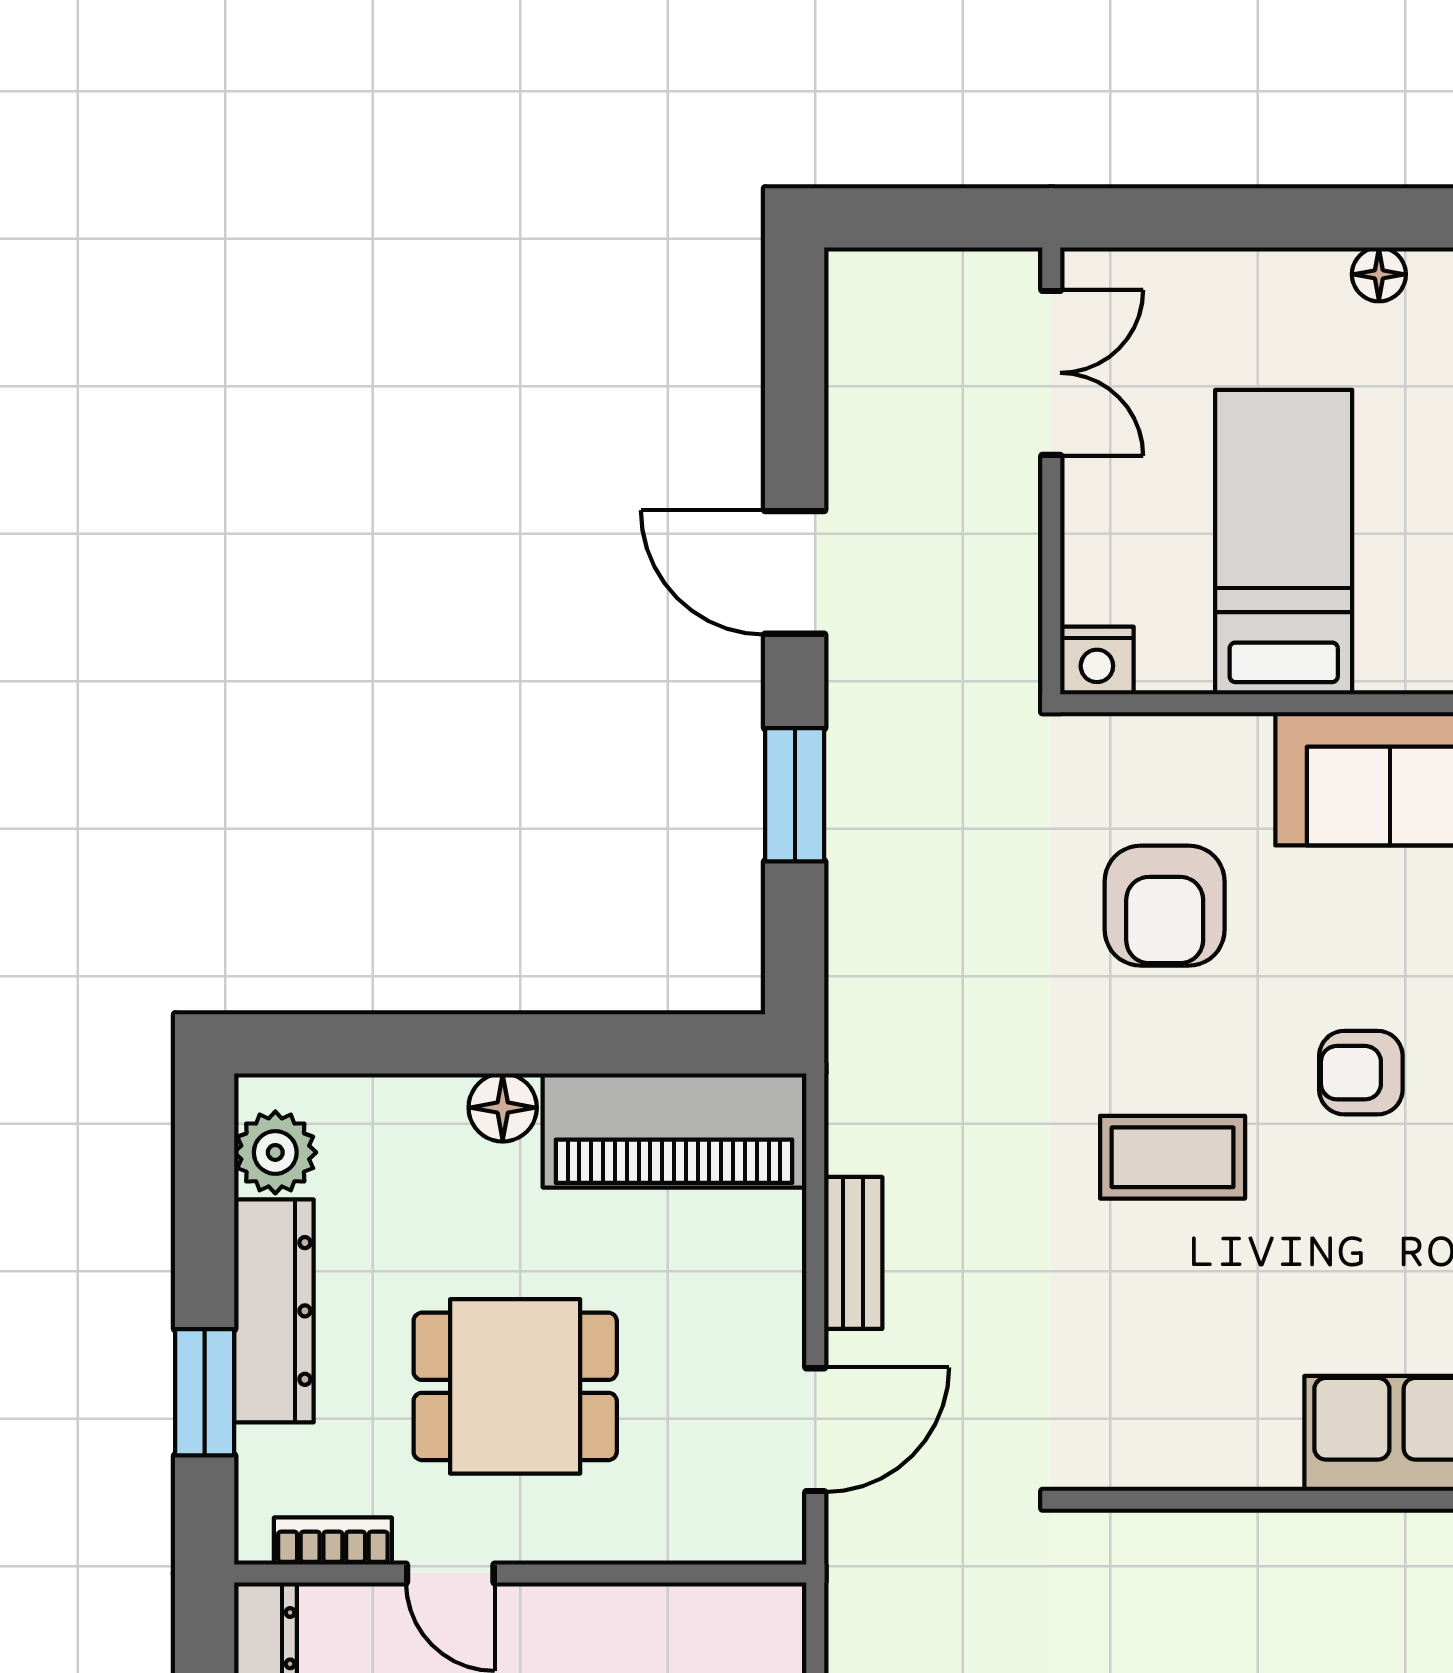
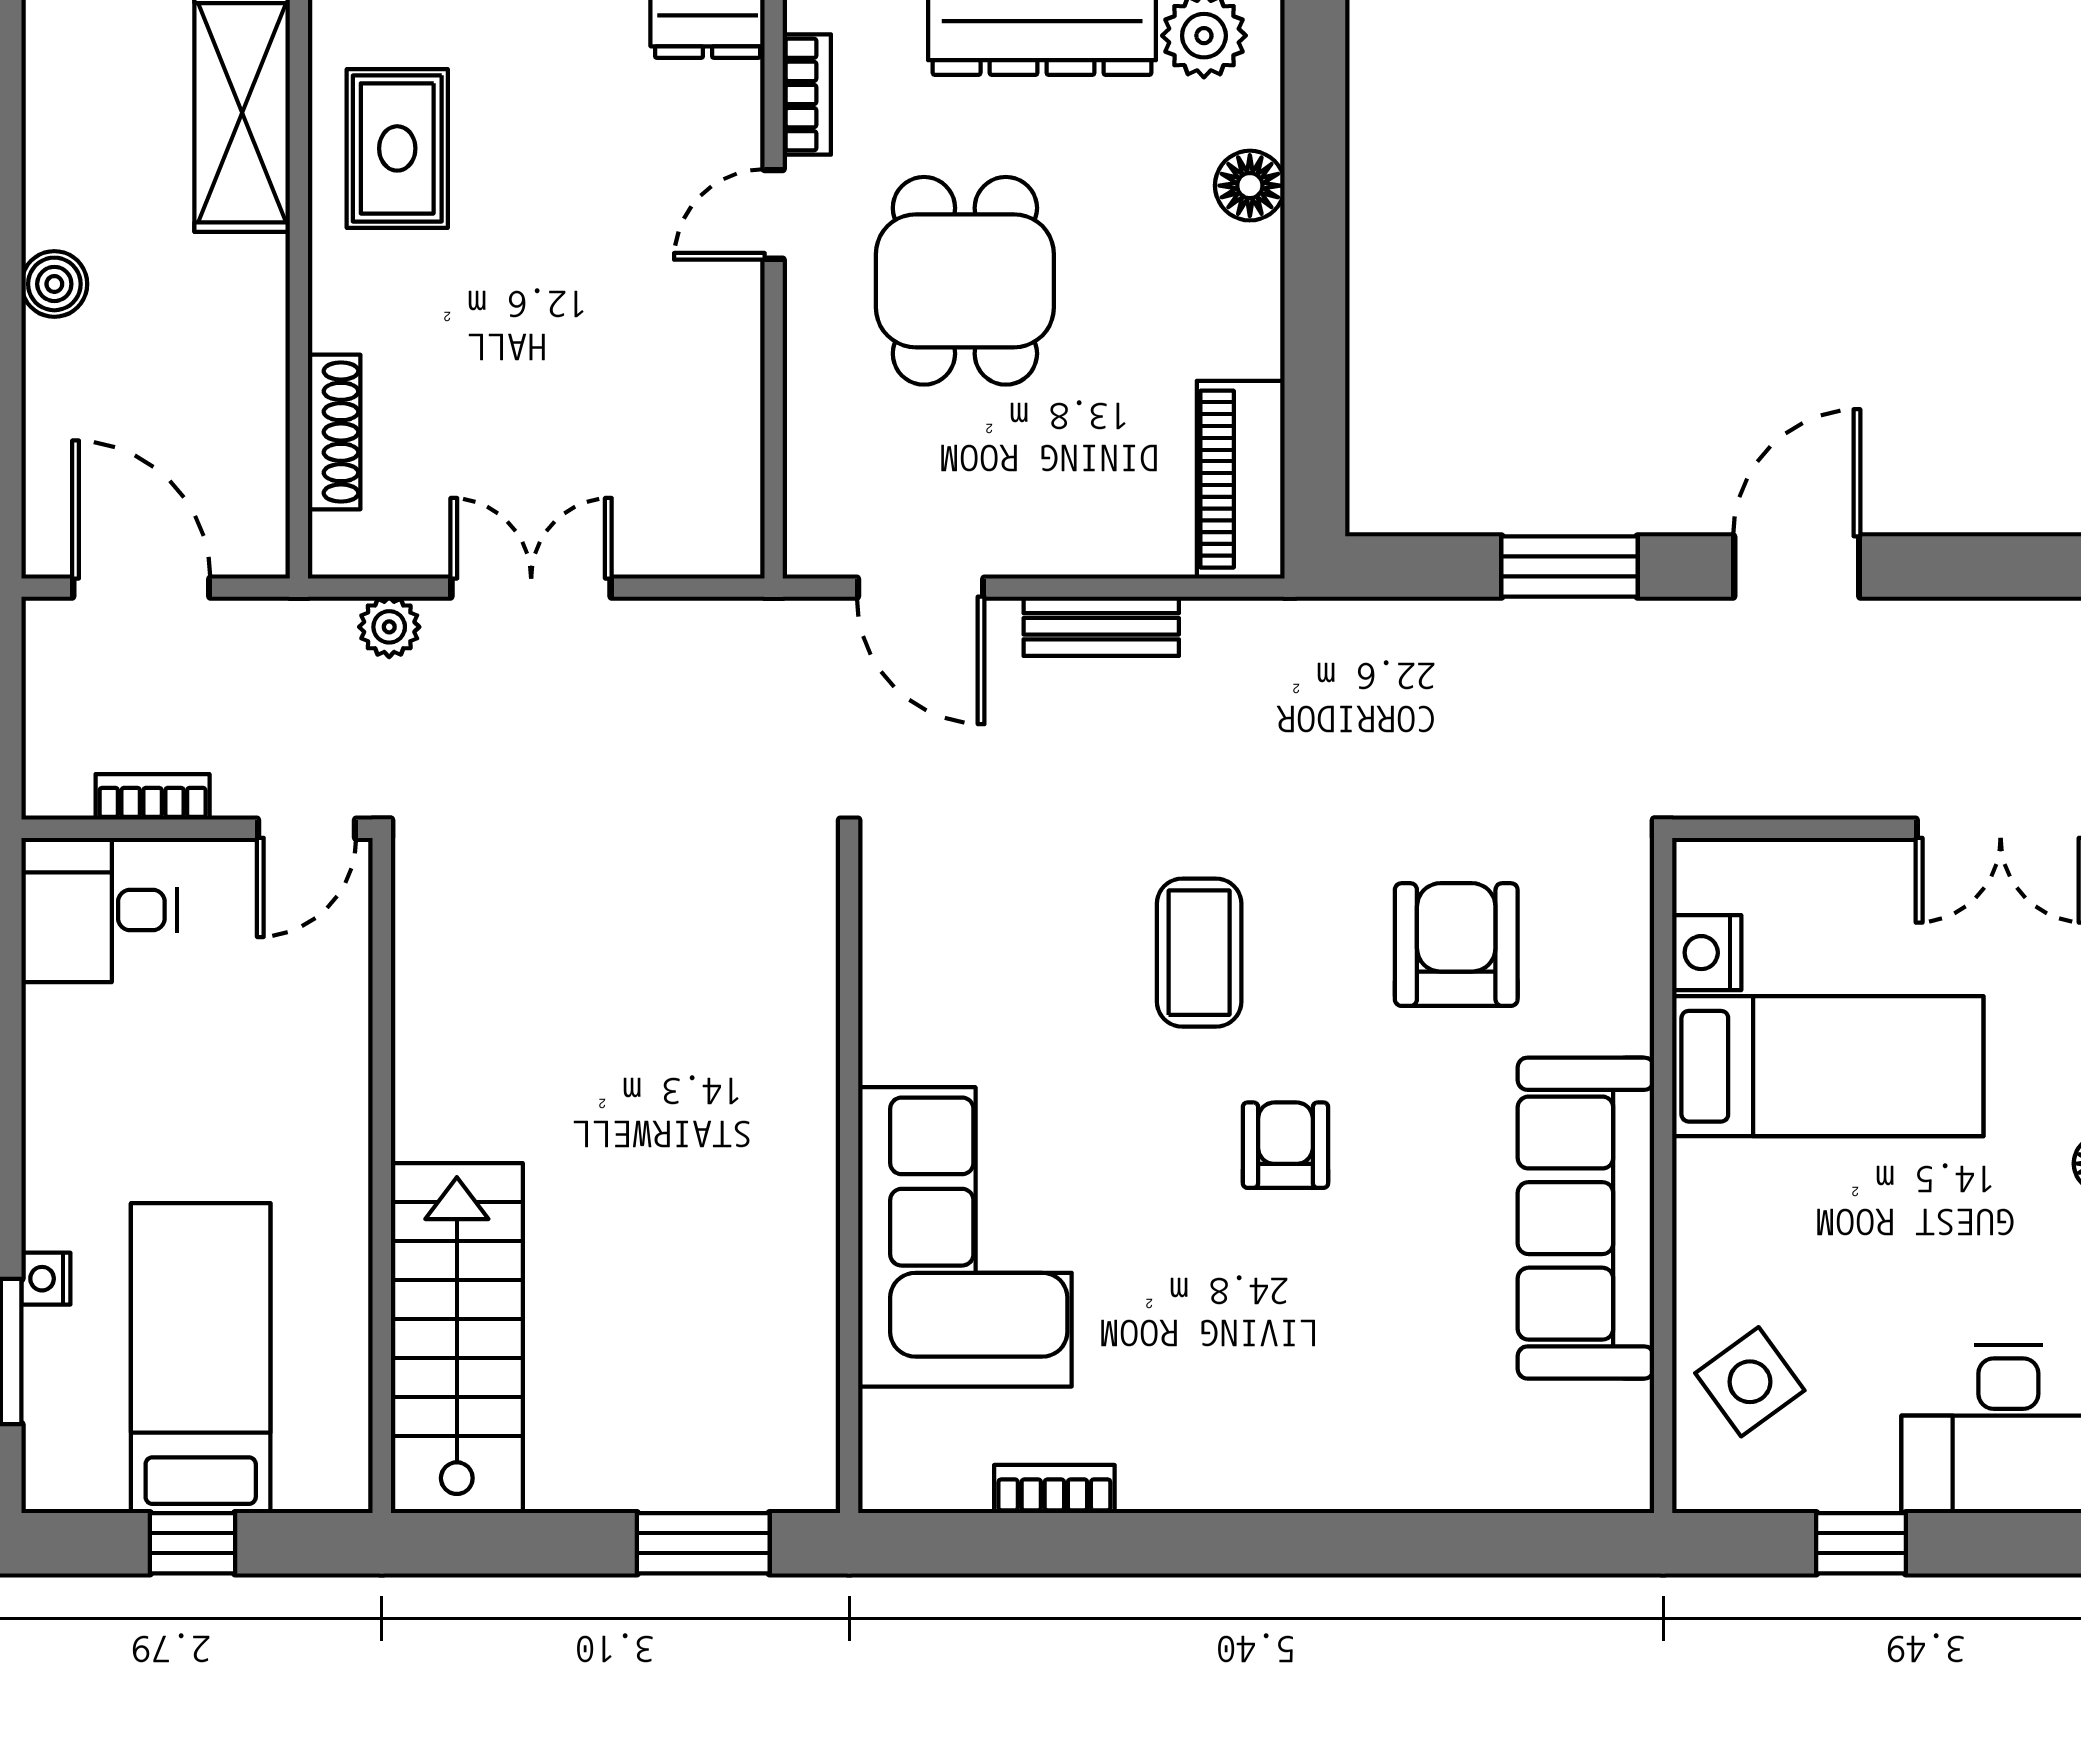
nightstand: (1097, 661) -> (1707, 953), moved
armchair: (1165, 906) -> (1456, 945), turned 90
floor lamp: (503, 1108) -> (1250, 186), moved
piano: (674, 1130) -> (1241, 479), width x0.73, depth x0.75

